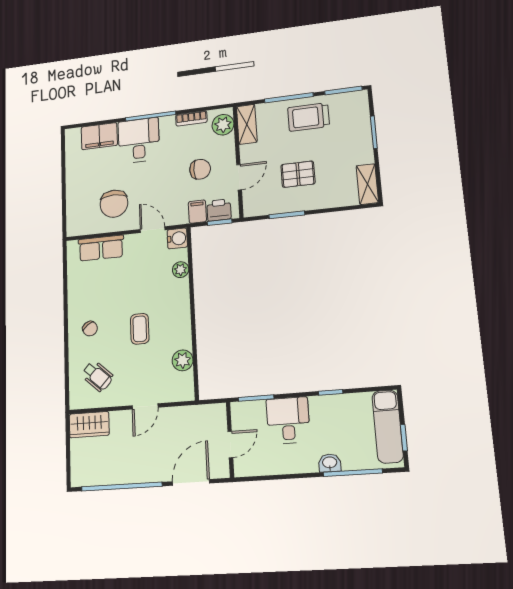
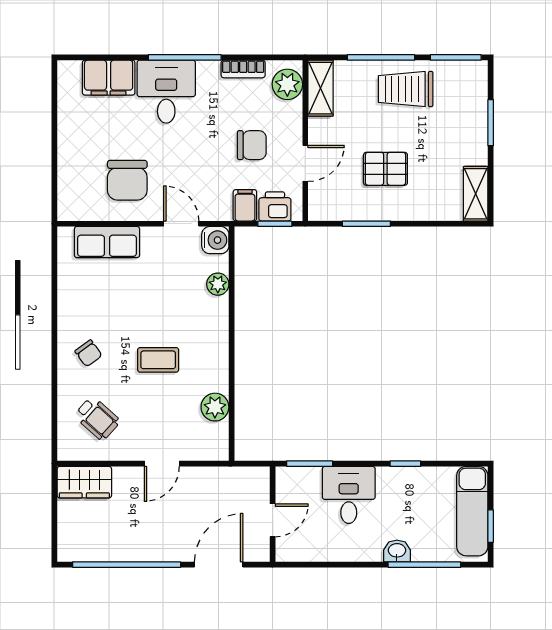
coffee table: (140, 329) -> (158, 360), turned 90

